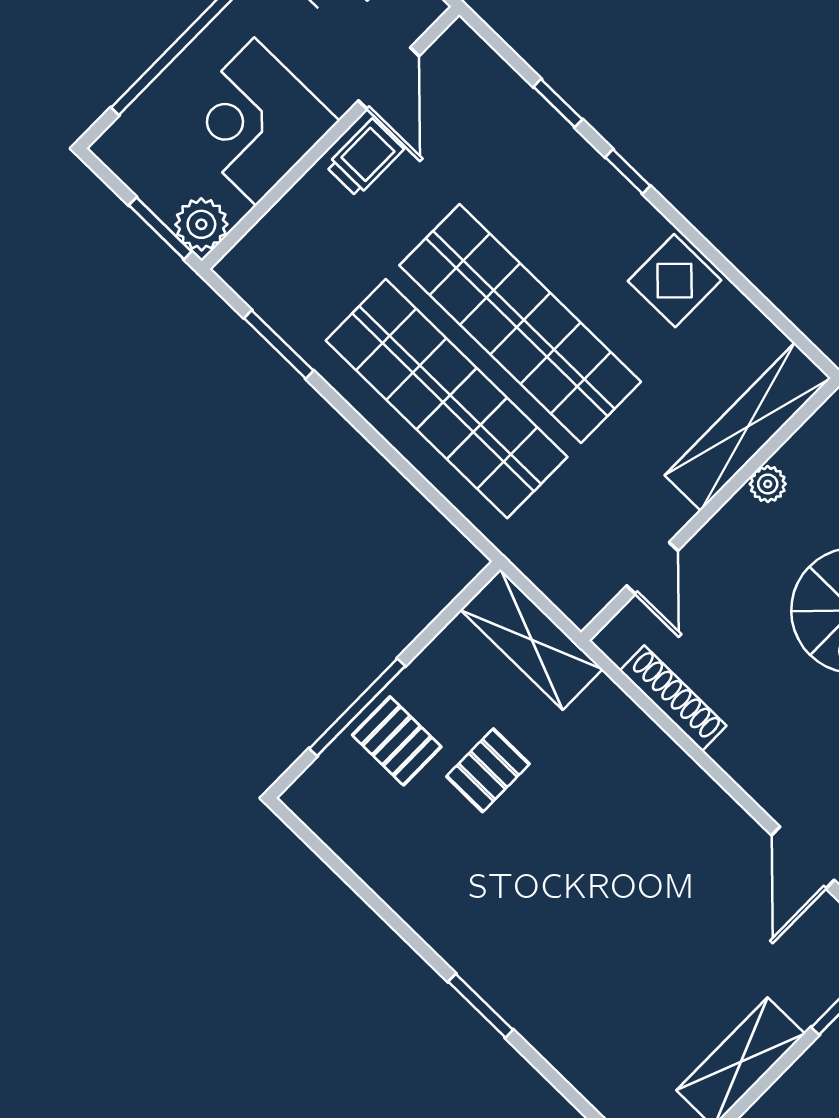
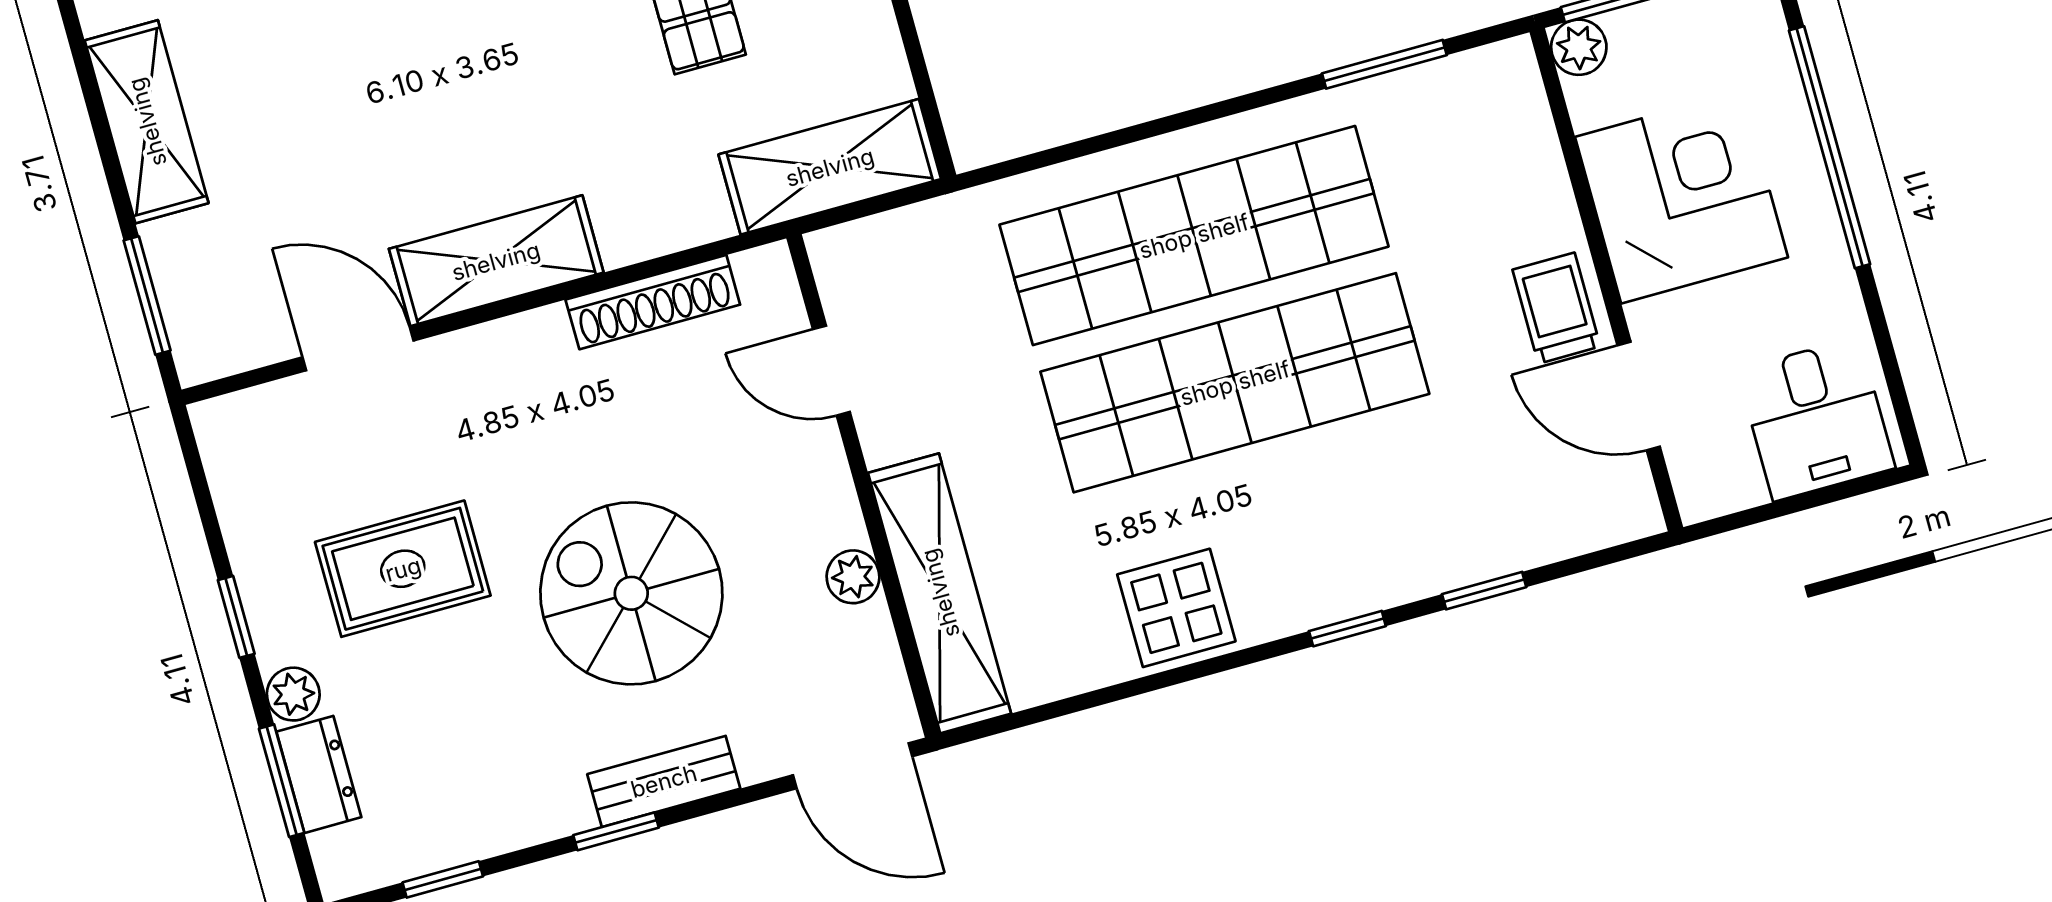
trolley: (365, 158) -> (1556, 308), turned 180
plant: (201, 224) -> (1579, 47), width x0.73, depth x0.73
shelving: (703, 806) -> (496, 261), added

